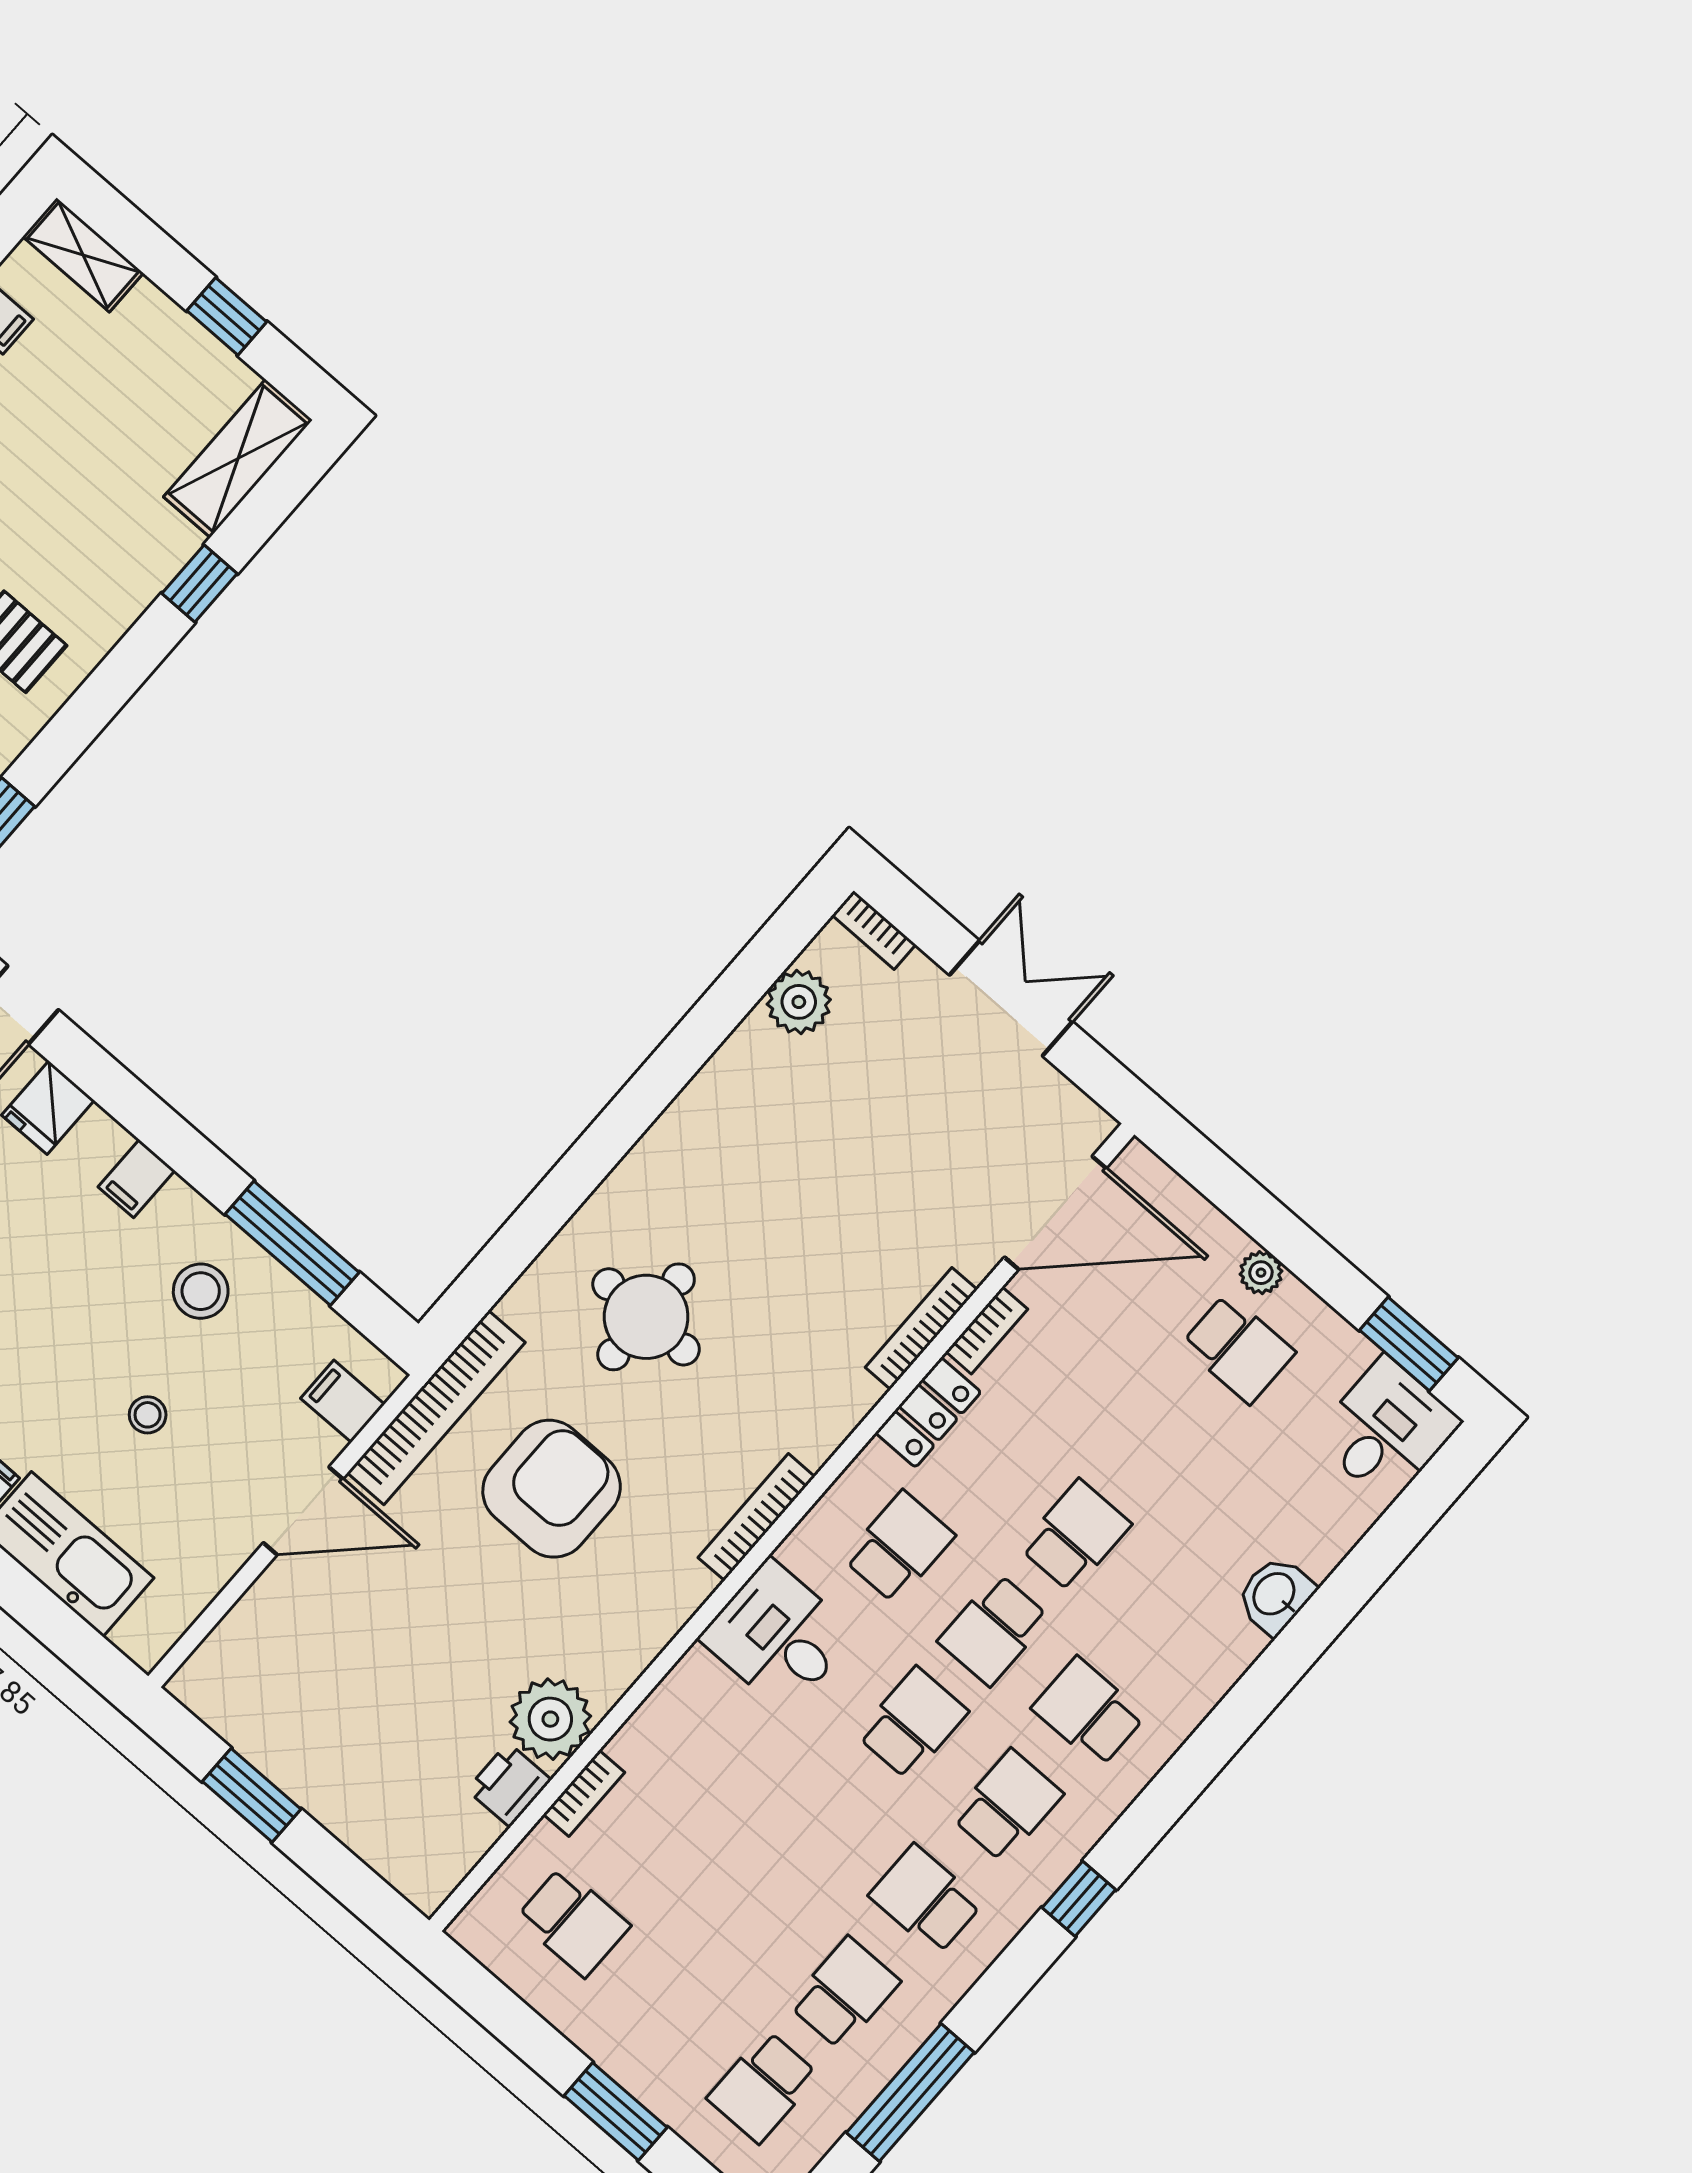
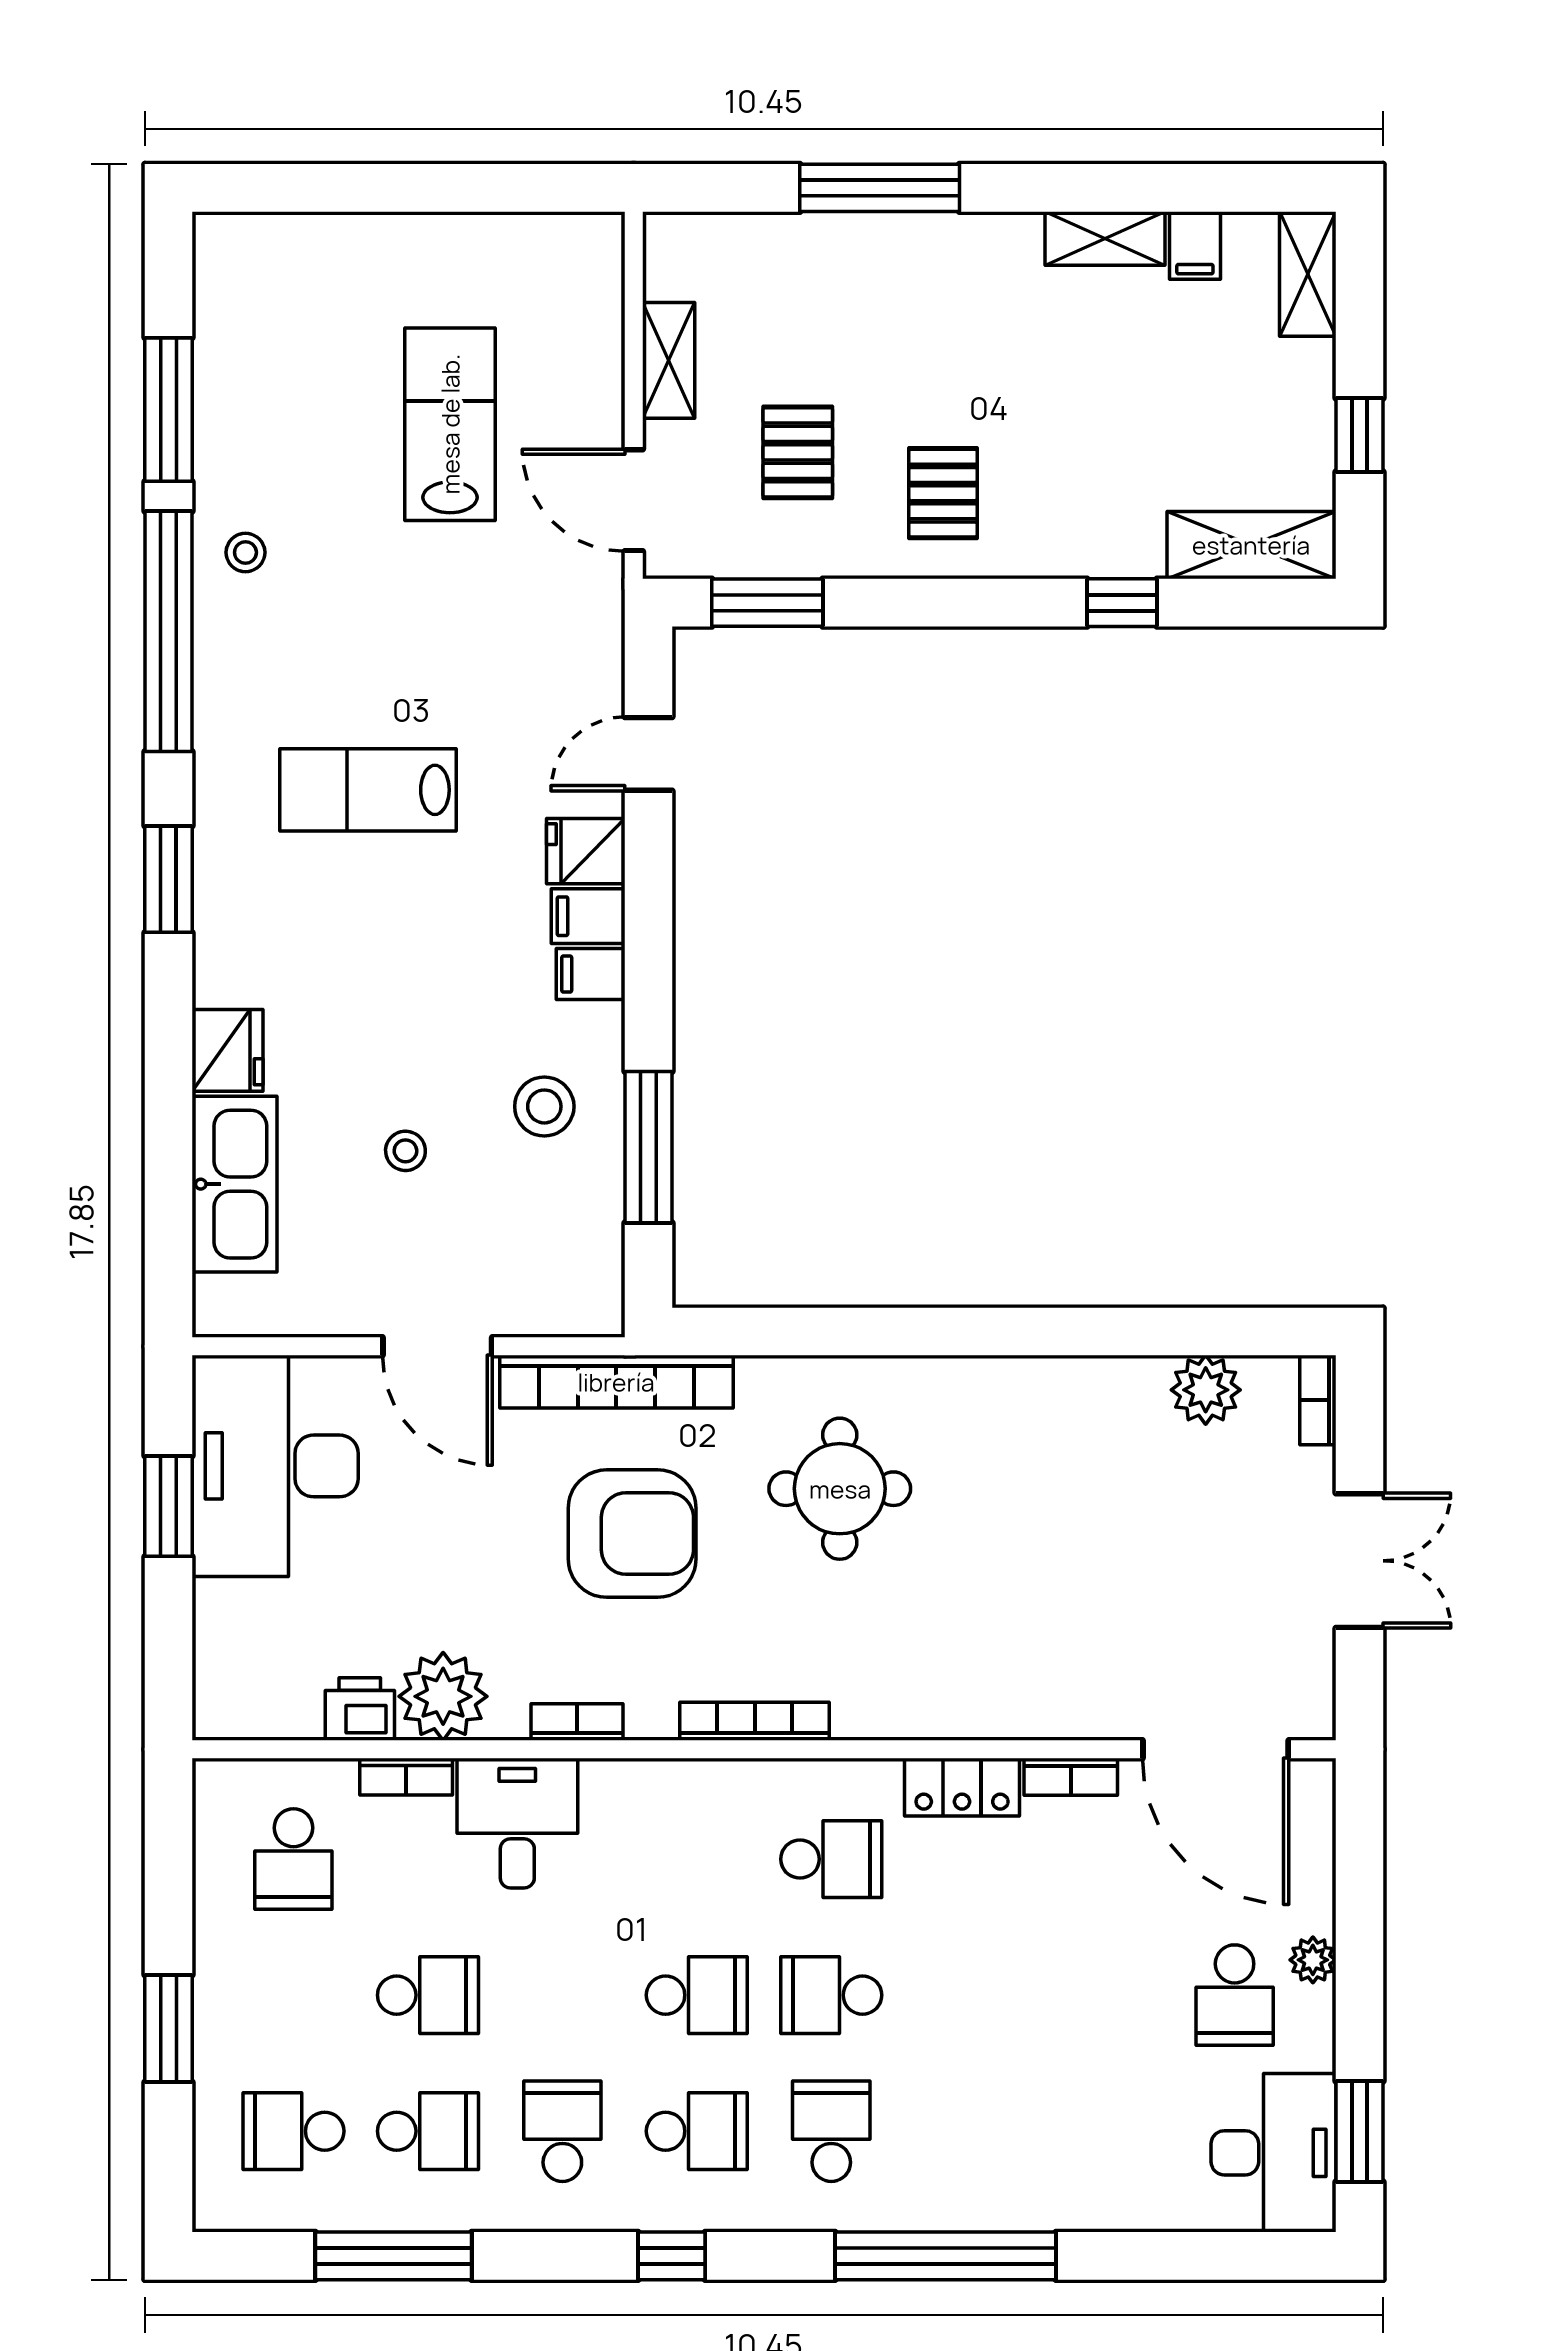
bookcase: (921, 1328) -> (577, 1722), moved, width x0.64
filing cabinet: (343, 1401) -> (588, 916), moved, turned -90
desk: (1387, 1430) -> (1273, 2153), width x1.37
school desk: (1075, 1536) -> (428, 1995), moved
washbasin: (1275, 1595) -> (1060, 2201), removed
desk: (778, 1636) -> (517, 1823), moved
desk: (288, 1696) -> (275, 1466), added
window: (1245, 1708) -> (945, 2256), added

